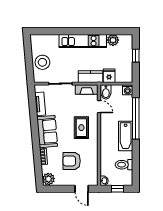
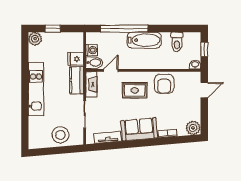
plant: (113, 40) -> (35, 39), moved
washing machine: (128, 90) -> (92, 50), moved
armchair: (72, 161) -> (164, 84), moved

